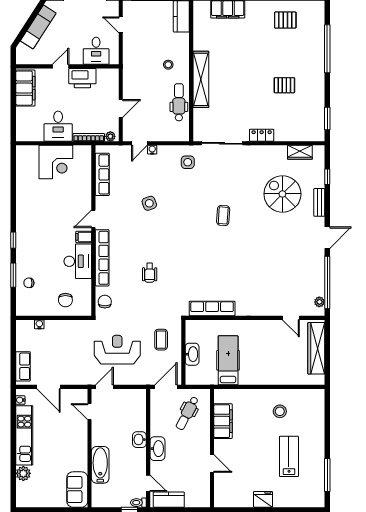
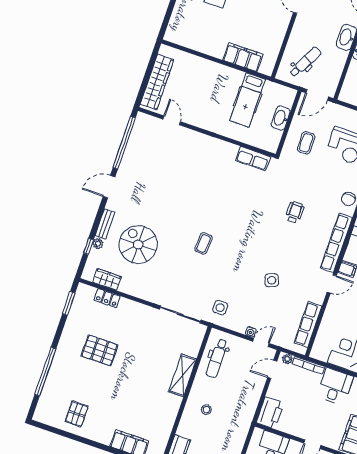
pallet: (285, 20) -> (77, 414), turned 90
printer: (82, 78) -> (270, 413), moved, turned 90
shelving: (201, 79) -> (183, 375), width x0.68
pallet: (284, 85) -> (100, 350), width x1.50, depth x1.42
dental chair: (179, 102) -> (217, 358), moved
door: (121, 108) -> (272, 369), moved
locker: (262, 135) -> (107, 298), moved
spiral stairs: (282, 194) -> (138, 245), turned 180
plant: (319, 302) -> (98, 244), moved
row of seats: (212, 308) -> (253, 159), width x0.68
stool: (280, 411) -> (214, 33), removed
filing cabinet: (223, 421) -> (243, 57), moved, turned 90

